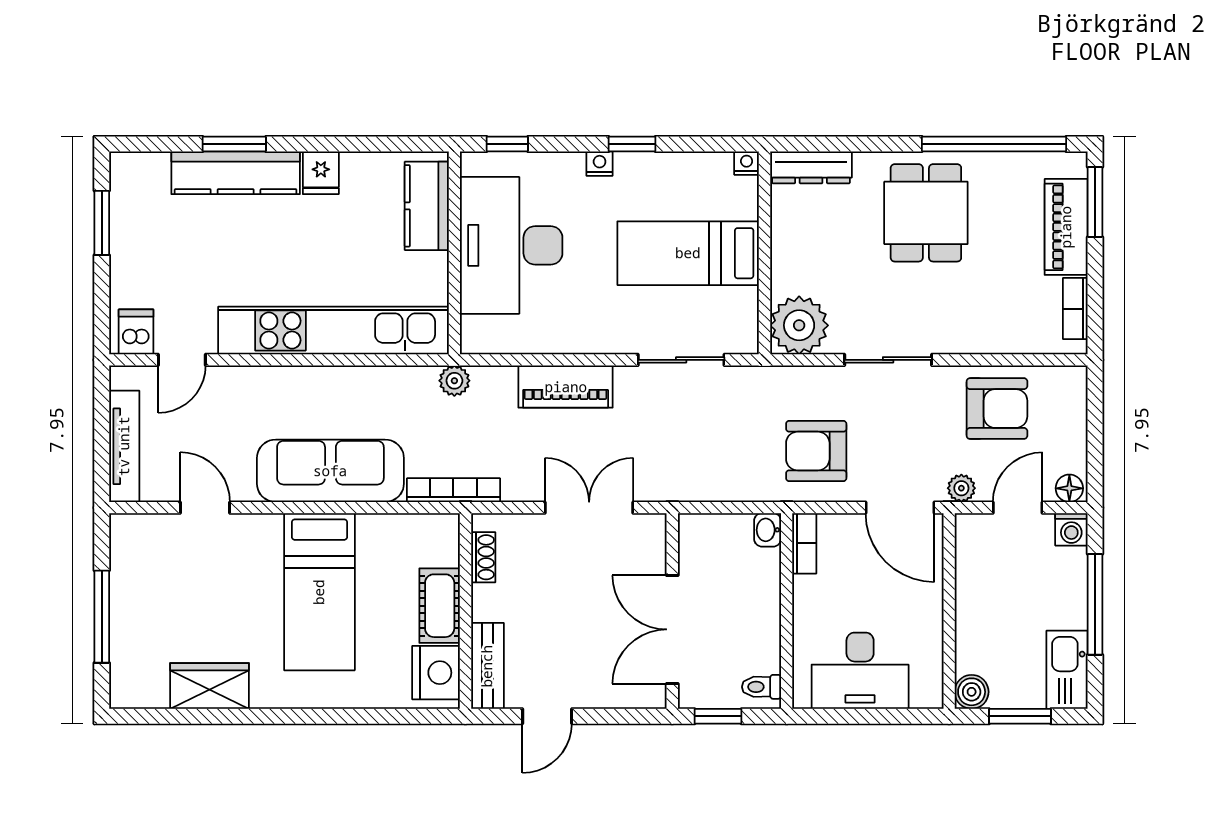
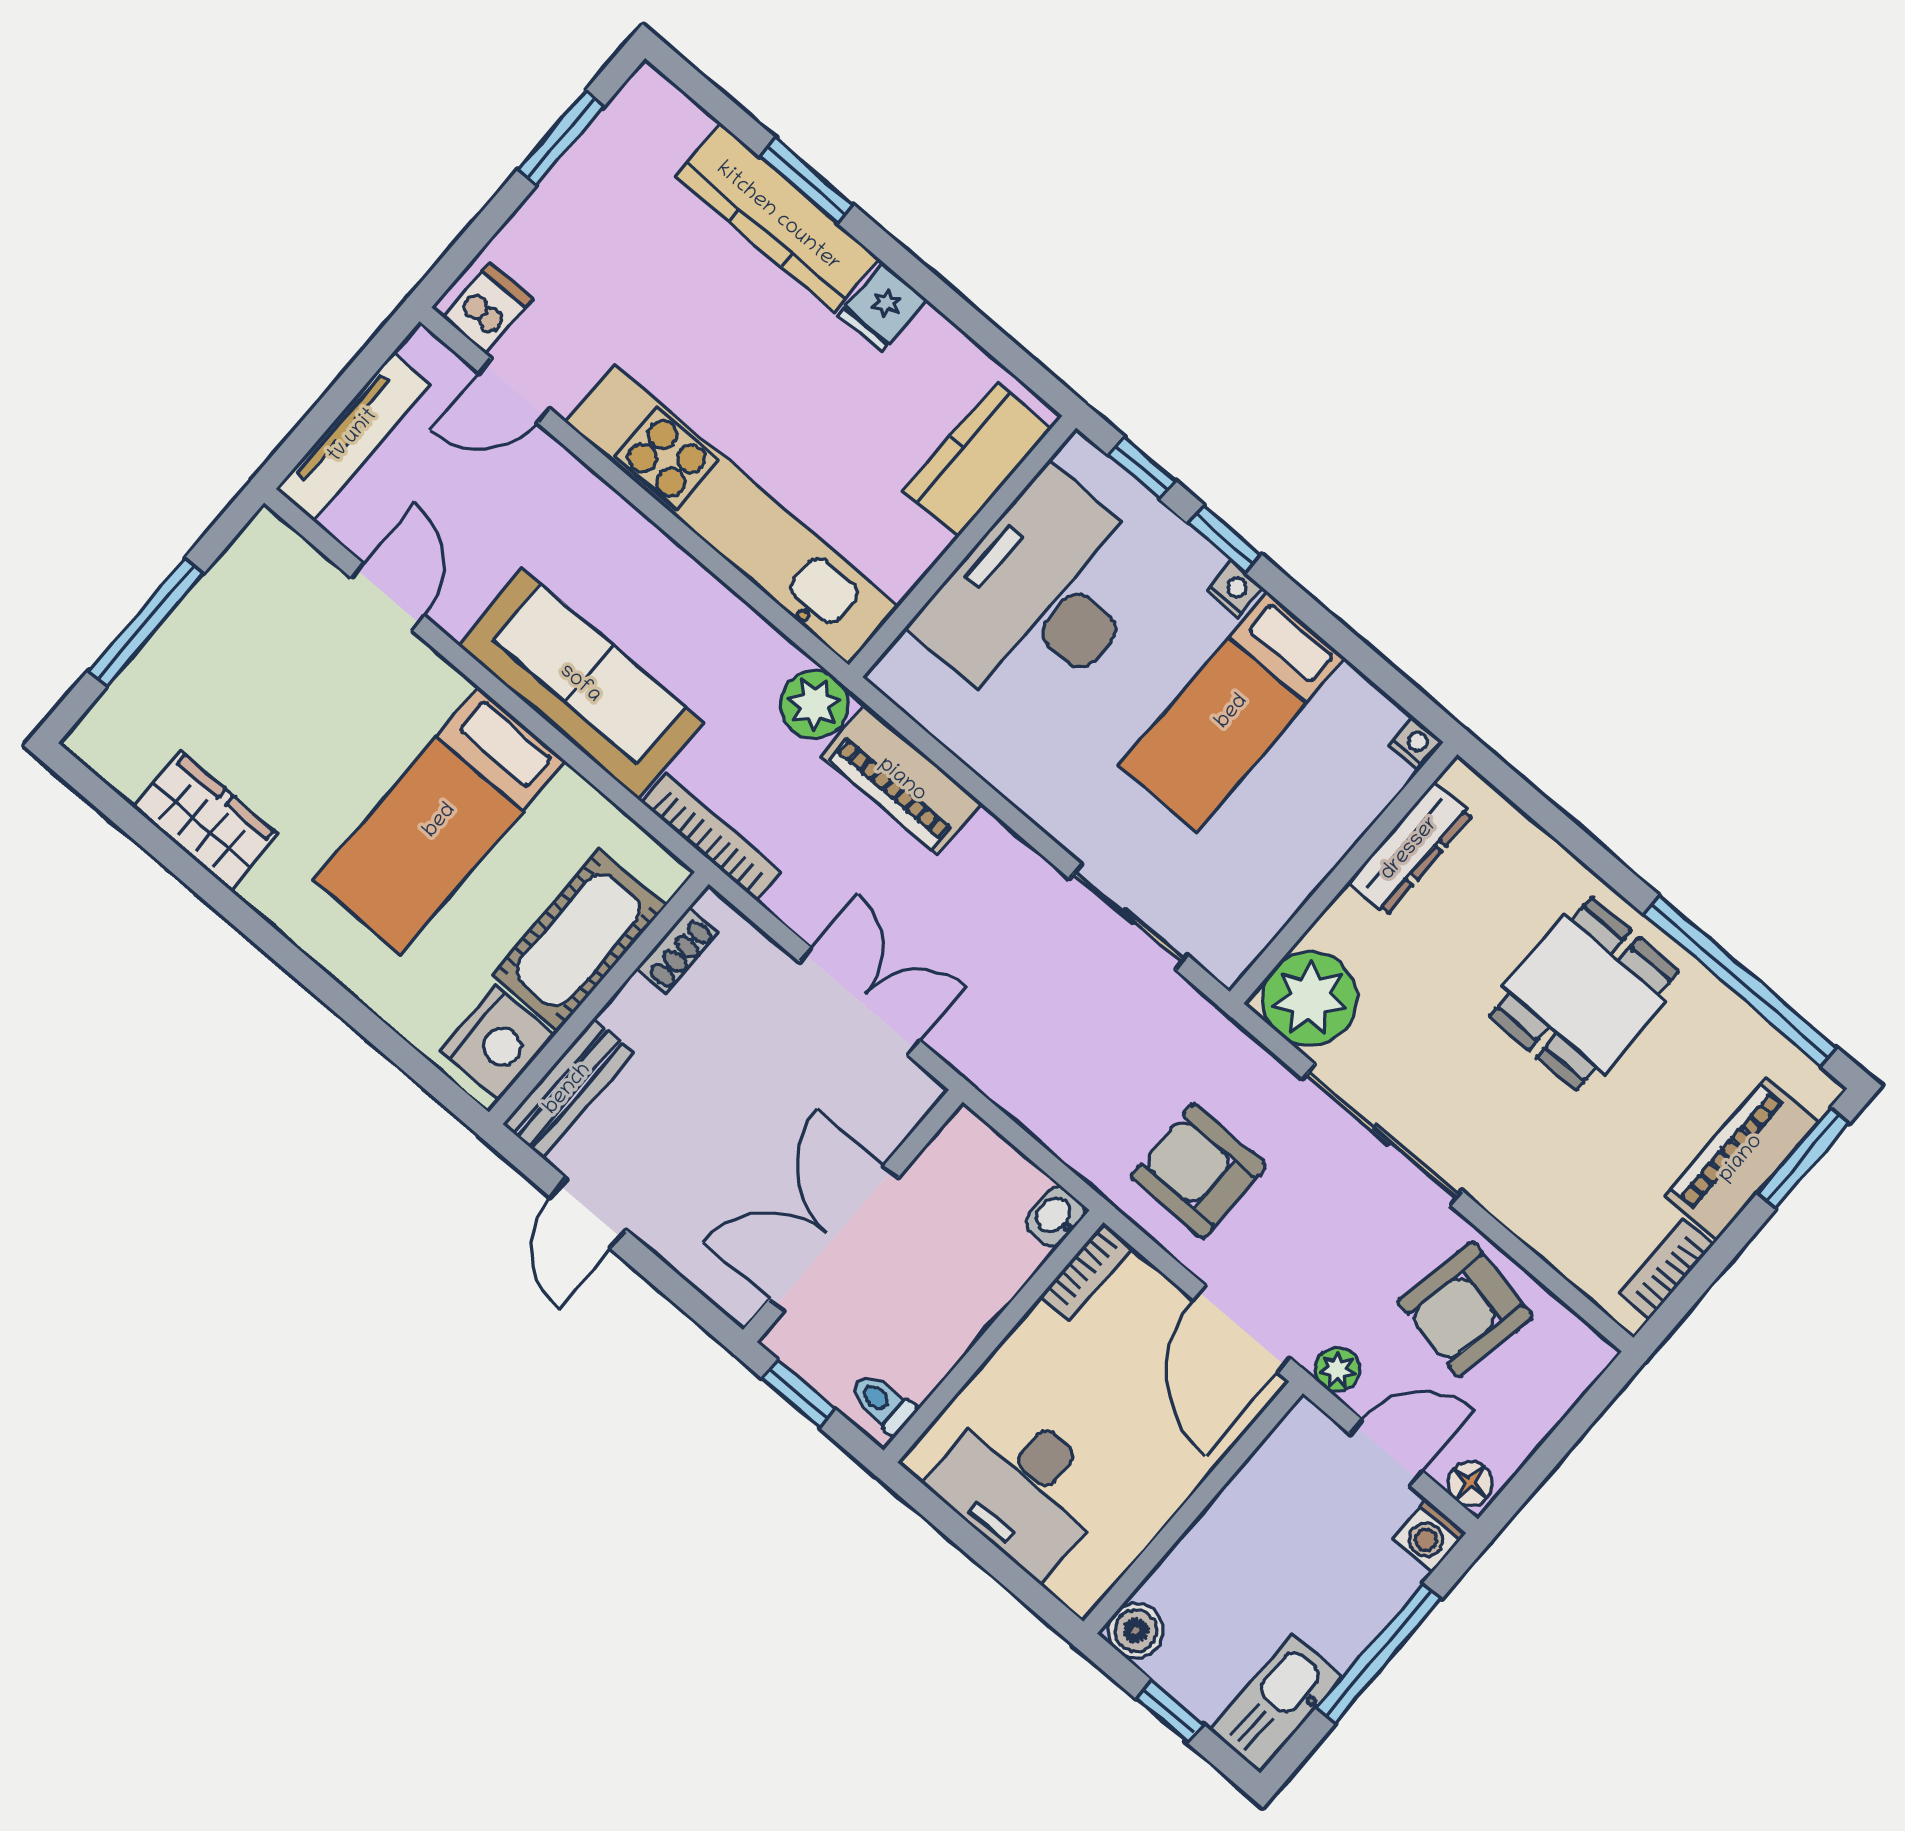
window: (632, 144) -> (1225, 539), moved
dresser: (811, 167) -> (1410, 849), moved, turned -90
bed: (688, 253) -> (1232, 712), moved, turned -90
sliding door: (888, 360) -> (1383, 1135), width x1.37
plant: (454, 381) -> (815, 705), width x1.38, depth x1.38
piano: (566, 387) -> (902, 780), moved
armchair: (997, 409) -> (1465, 1309), turned 101
cot: (440, 606) -> (579, 940), width x1.37, depth x1.34
door: (547, 716) -> (588, 1213), hinge flipped
window: (1020, 716) -> (1169, 1711), width x0.67

